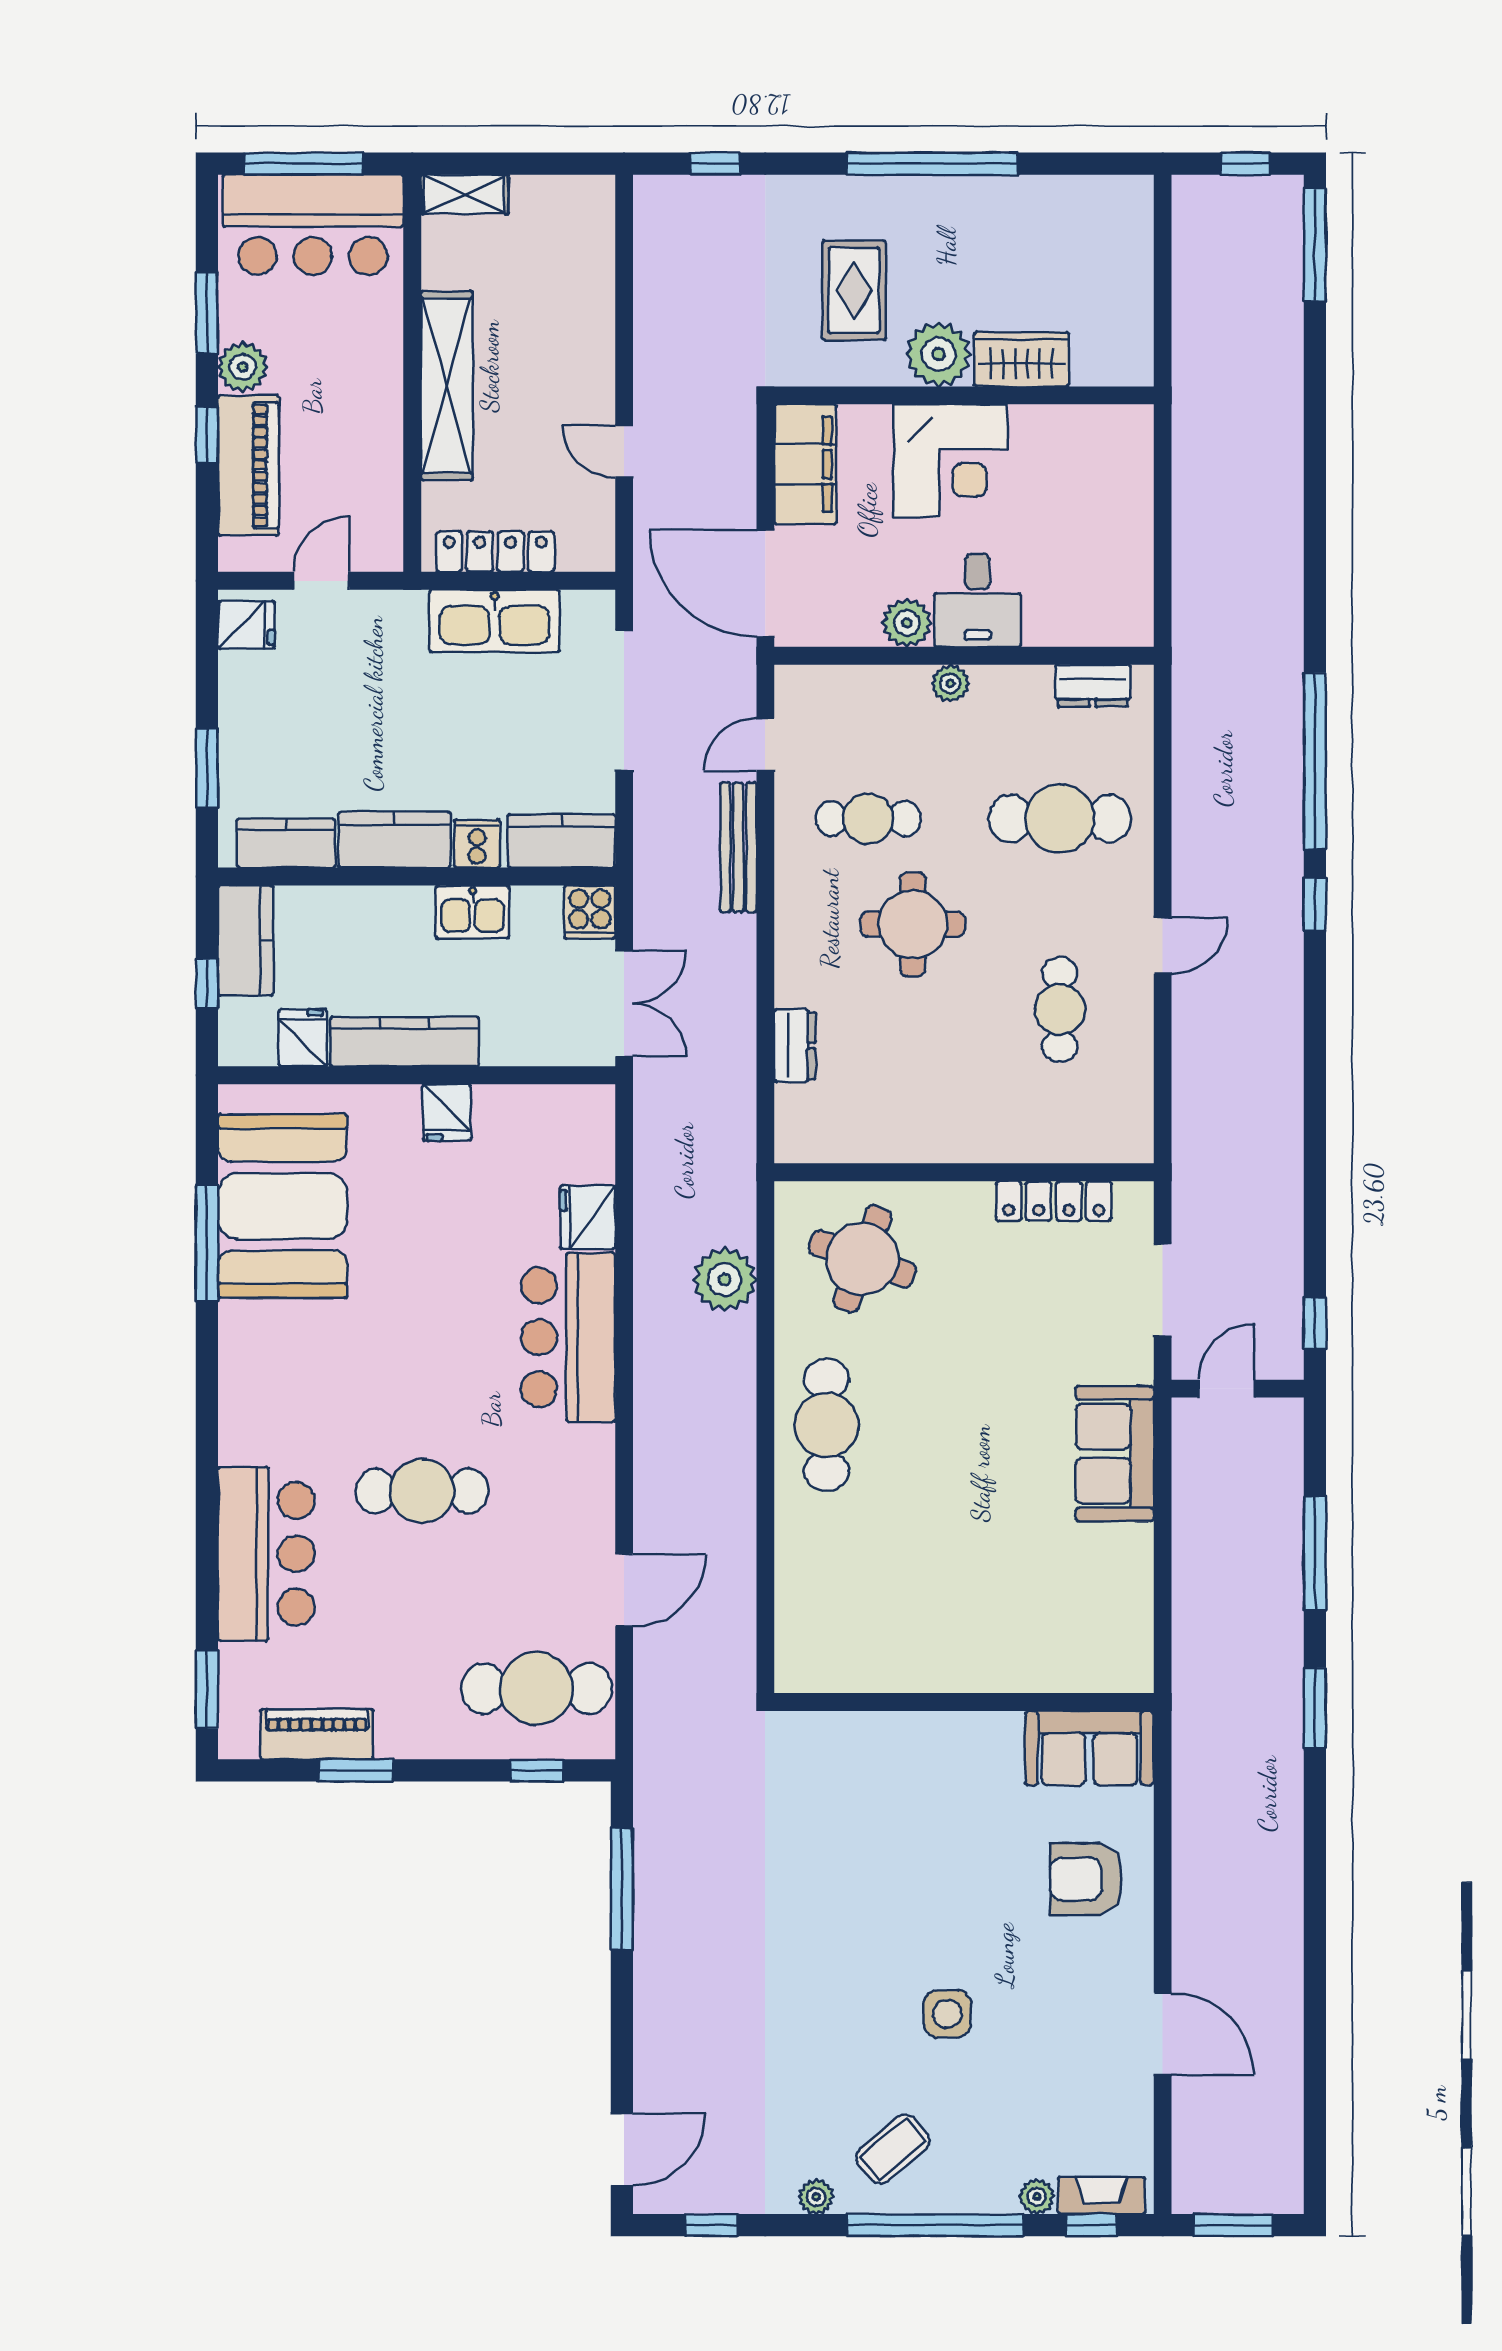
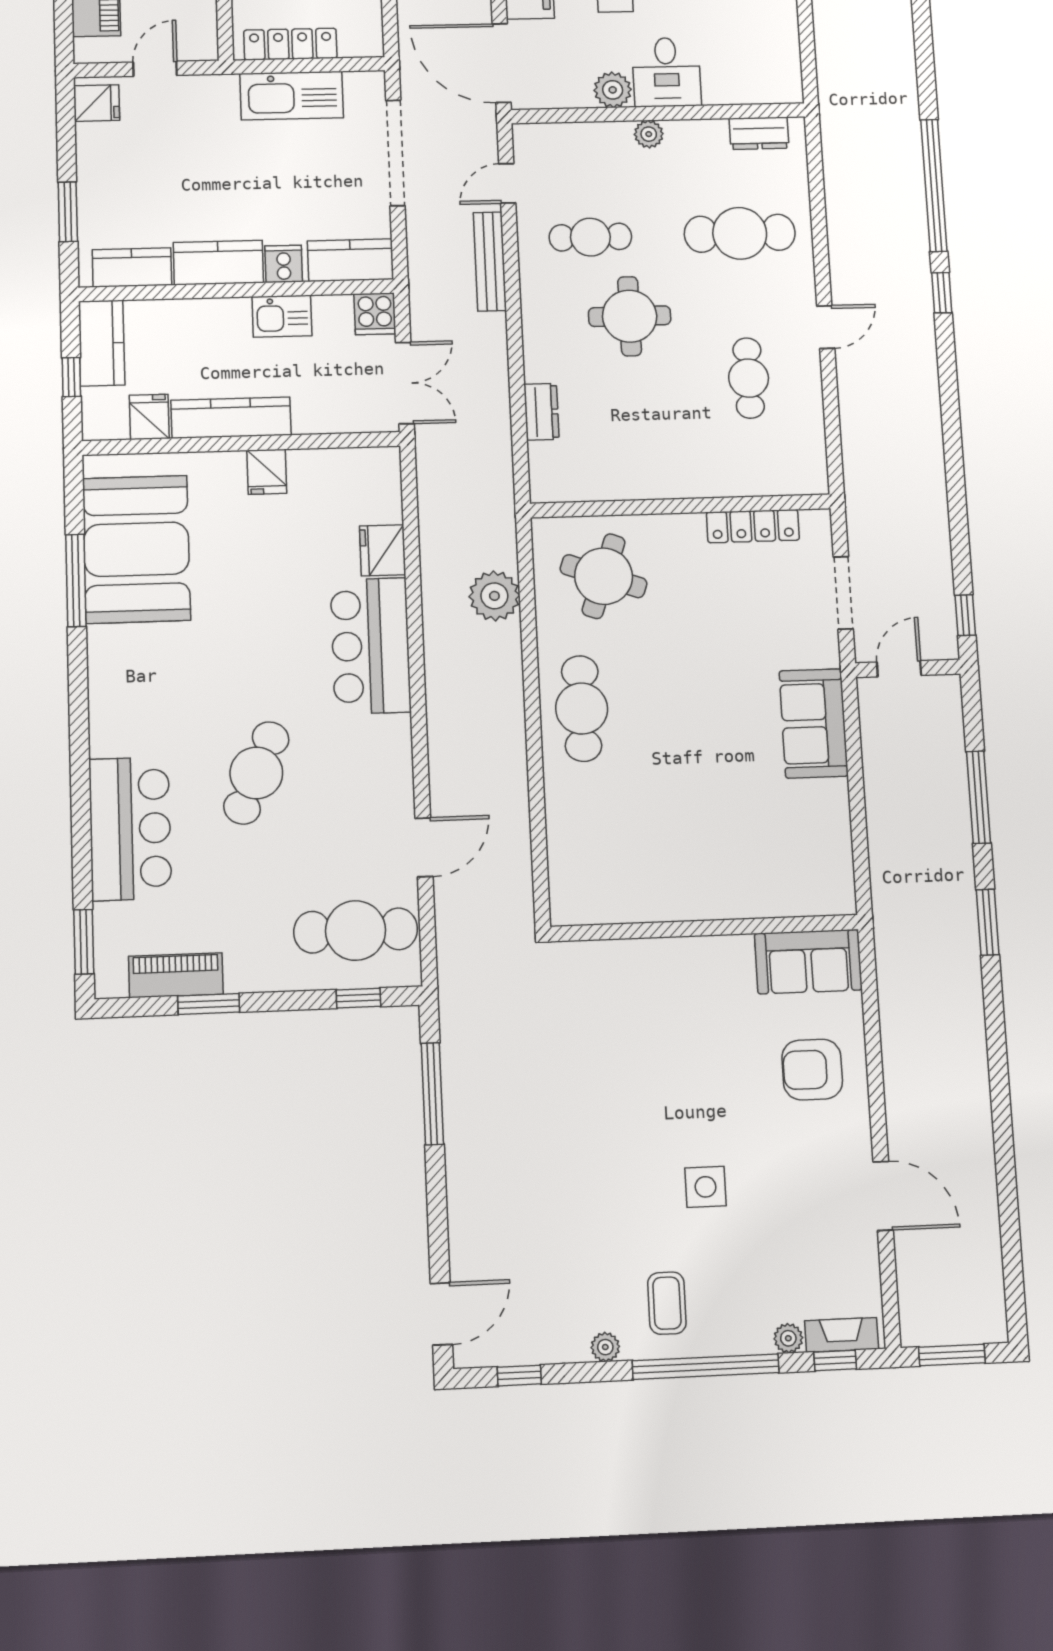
cafe table: (422, 1491) -> (256, 773), turned -66
coffee table: (893, 2149) -> (667, 1303), turned -50

